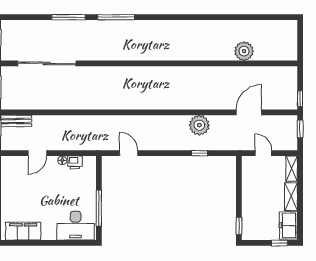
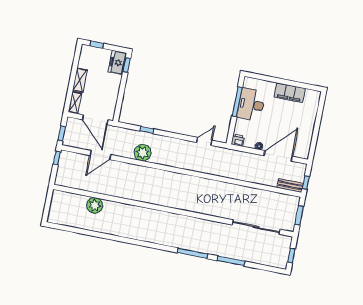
door: (37, 153) -> (278, 156), width x1.87
door: (129, 153) -> (204, 141), swing flipped
door: (263, 153) -> (95, 120), width x1.88
printer: (75, 162) -> (238, 140), moved
desk: (76, 226) -> (251, 105), moved, turned -90
freezer: (288, 226) -> (117, 63), moved, turned 180
filing cabinet: (23, 231) -> (290, 93), moved

